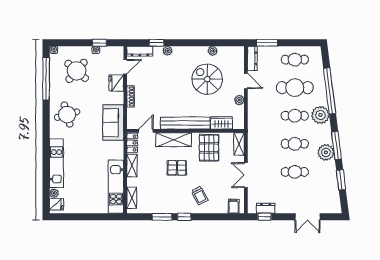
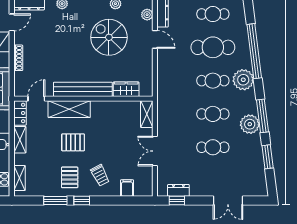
plant: (239, 100) -> (147, 15), moved
pallet: (209, 148) -> (70, 177), moved, width x0.67, depth x0.71
filing cabinet: (234, 206) -> (127, 188), moved

